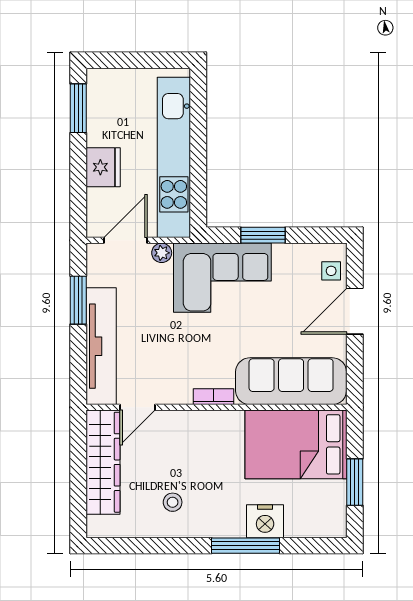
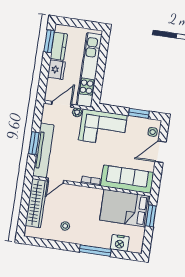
kitchen counter: (101, 116) -> (59, 46), added
window: (263, 235) -> (139, 113), moved
window: (78, 300) -> (34, 143), moved
window: (355, 482) -> (151, 216), moved
nightstand: (265, 521) -> (120, 243), moved

